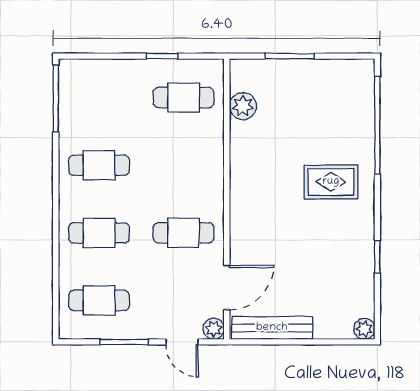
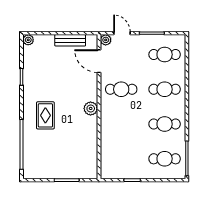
cafe table: (184, 98) -> (165, 159), moved
plant: (243, 106) -> (91, 108), moved
rug: (331, 182) -> (45, 115), turned 90
door: (227, 287) -> (99, 61), hinge flipped
bench: (272, 328) -> (70, 40), width x0.73

